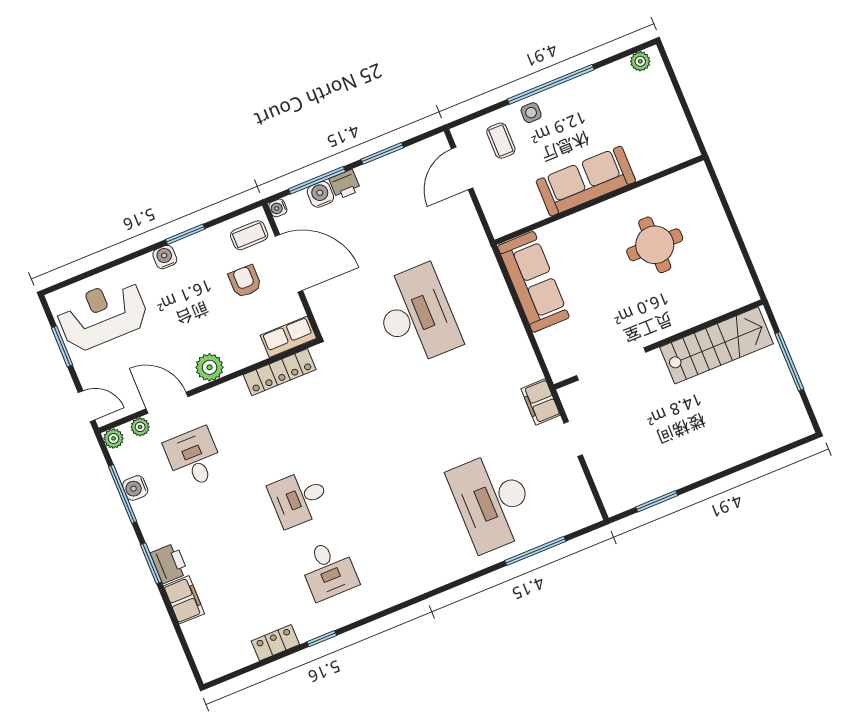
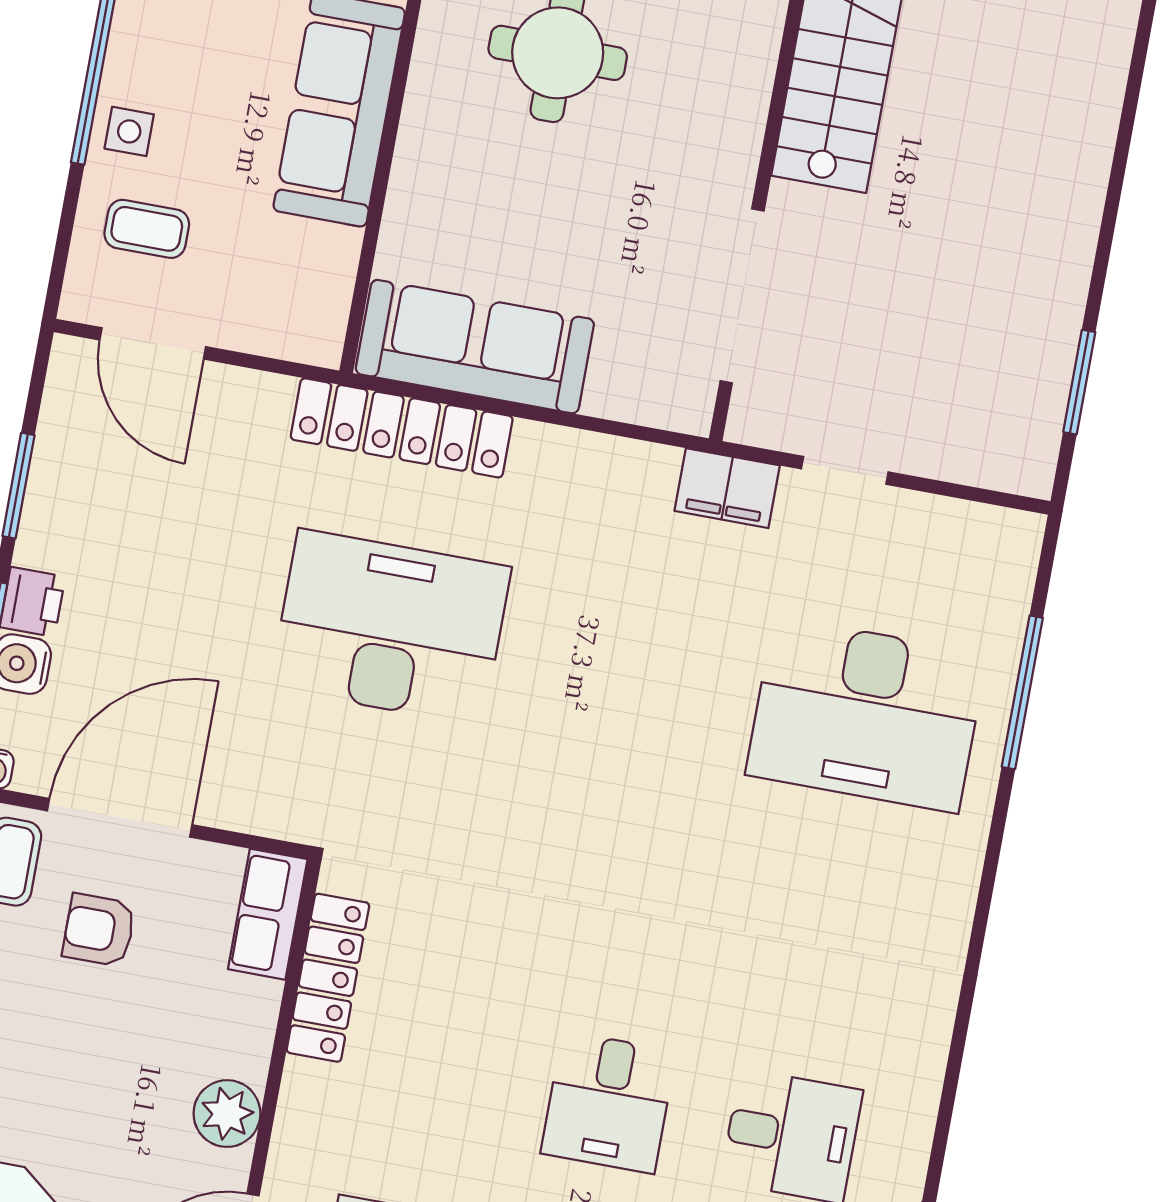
locker: (489, 274) -> (402, 428), added

